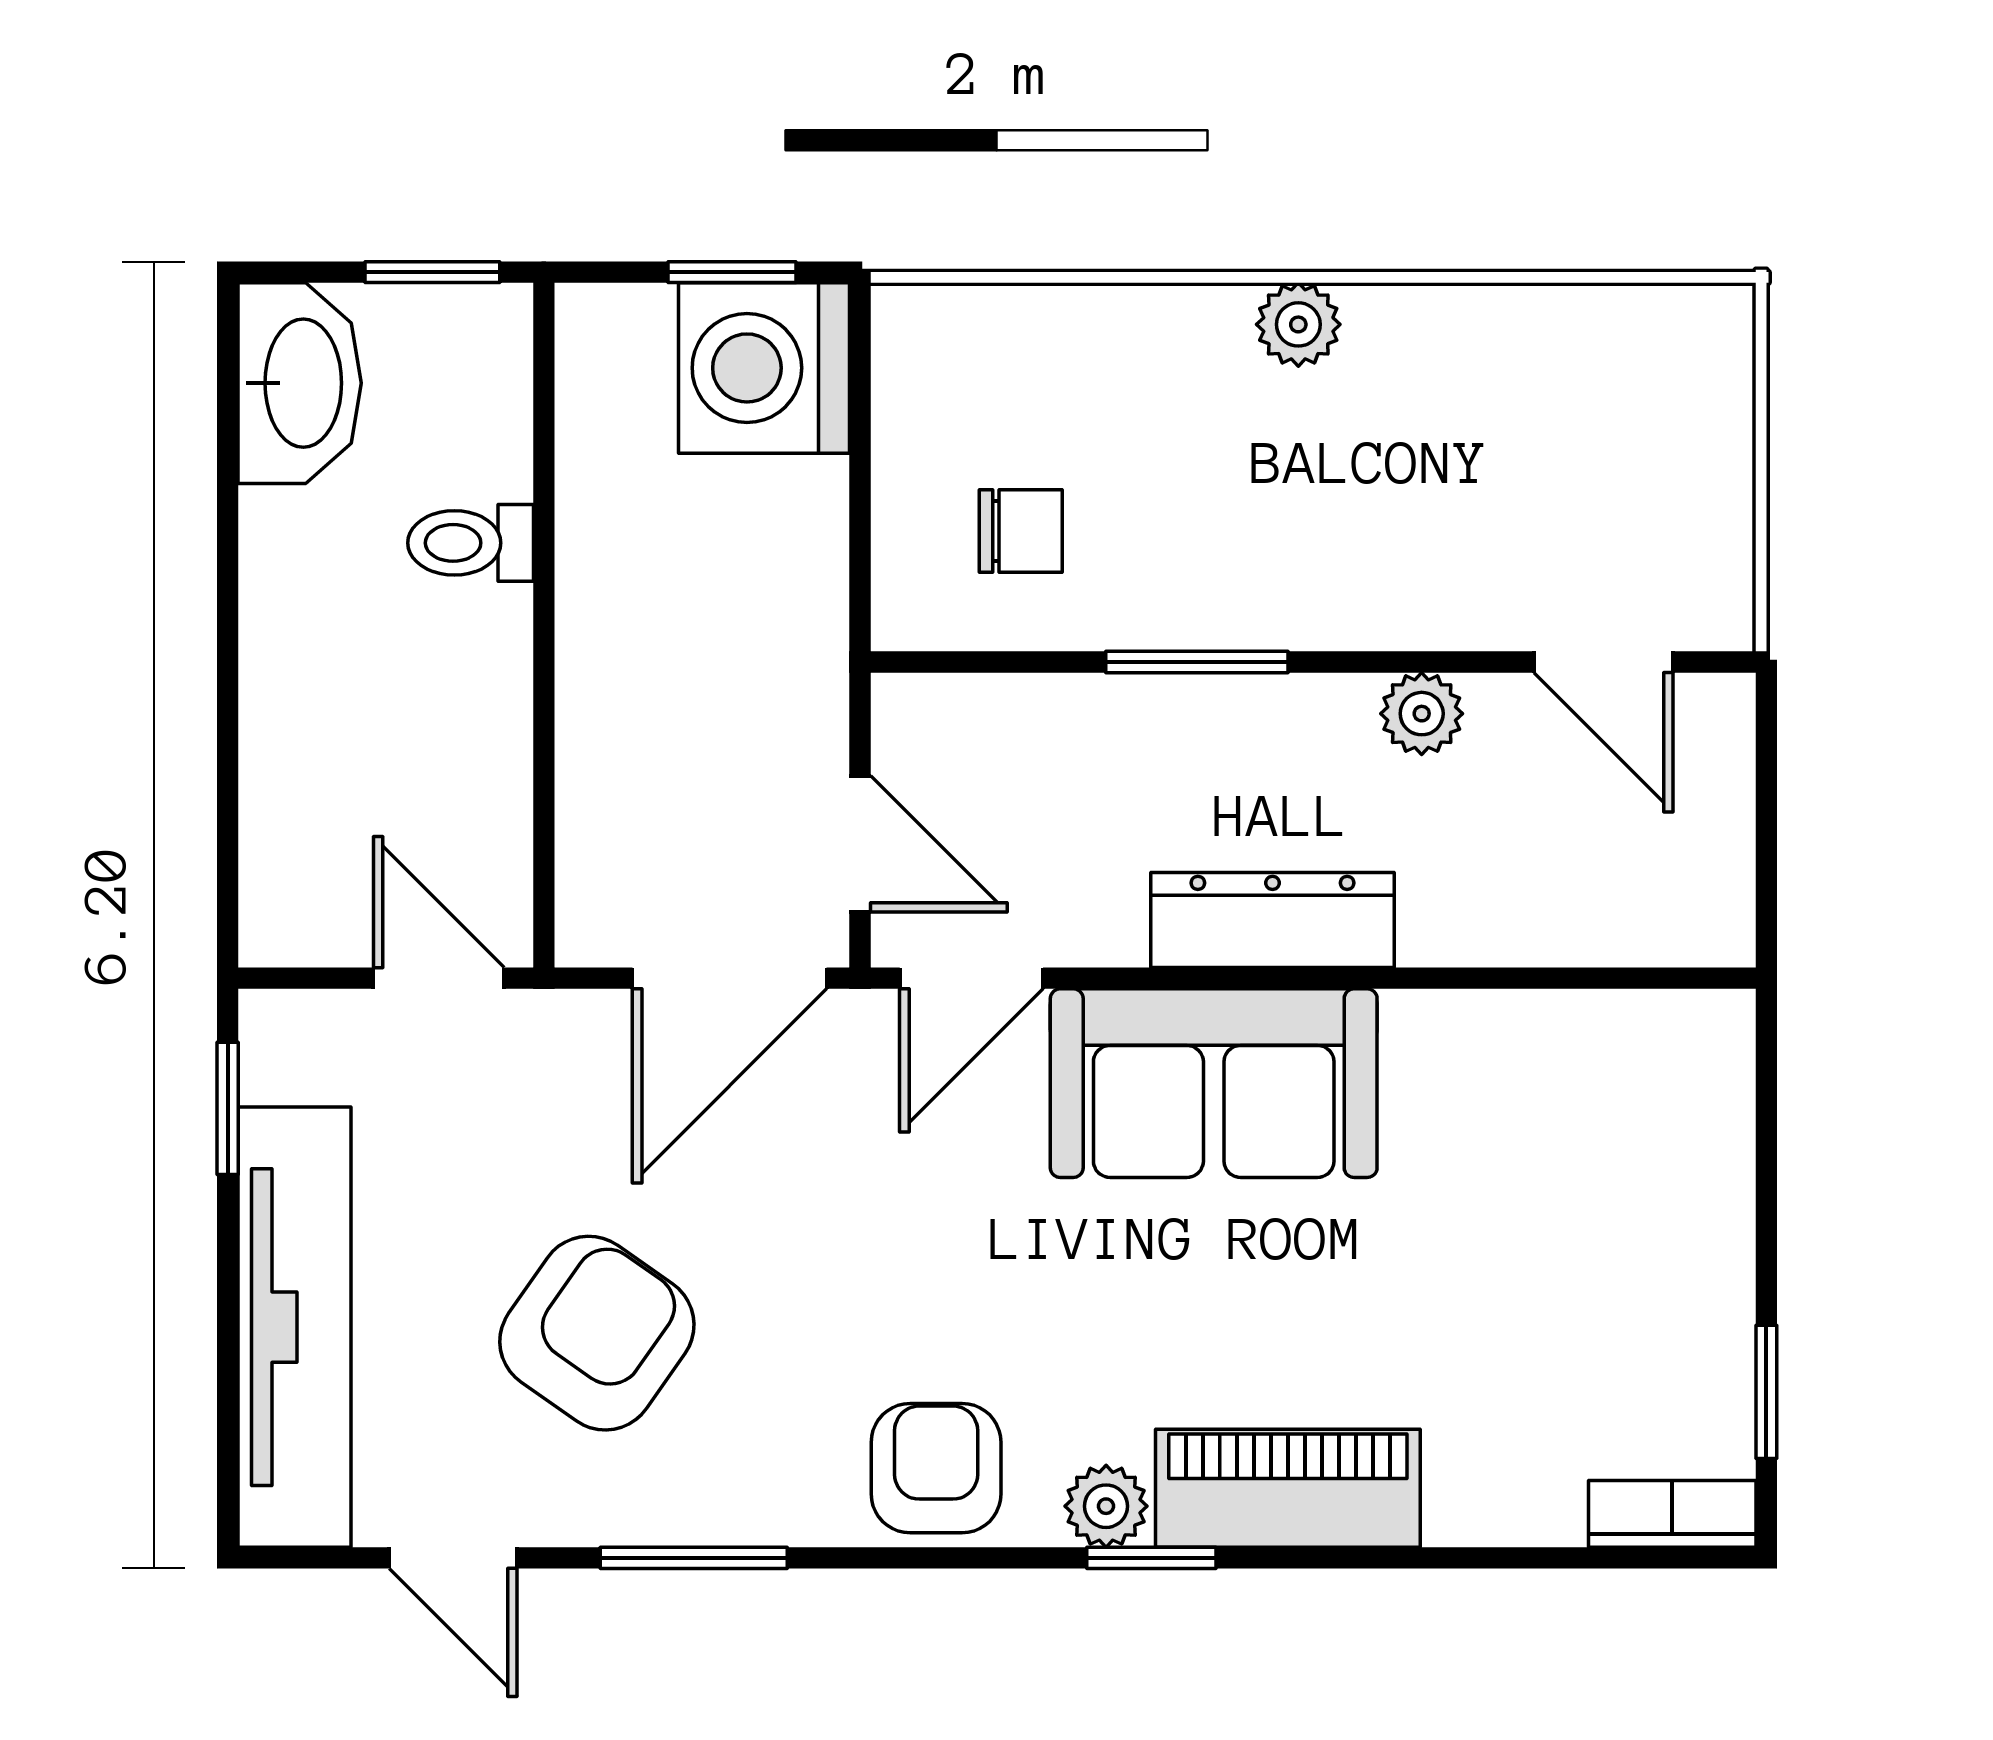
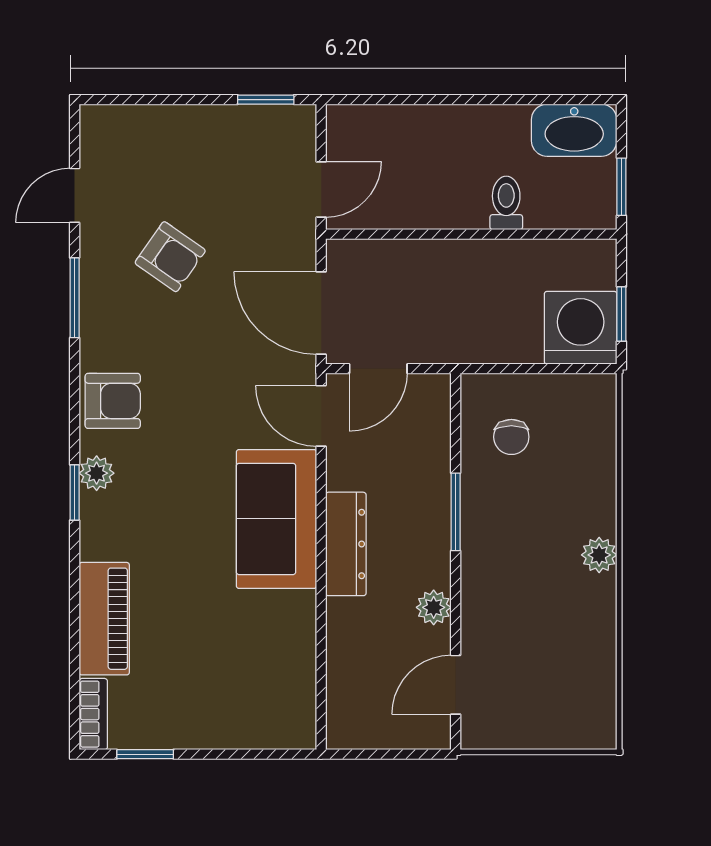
tv unit: (295, 1327) -> (173, 128), removed
armchair: (597, 1333) -> (170, 257), width x0.72, depth x0.72
piano: (1288, 1488) -> (104, 619), moved

